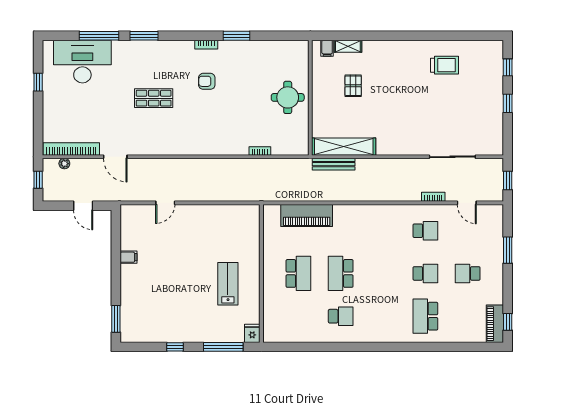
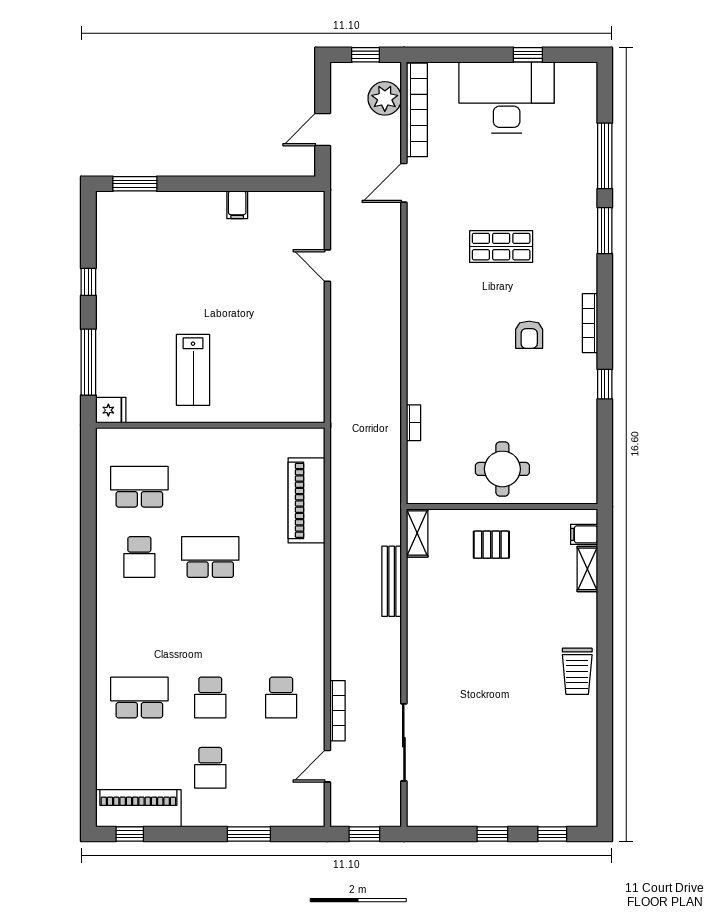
window: (237, 36) -> (605, 384), width x0.67
bookcase: (206, 45) -> (590, 323), width x1.56
desk: (82, 62) -> (507, 98), moved, turned -90
trolley: (445, 65) -> (577, 671), moved
armchair: (207, 81) -> (529, 335), turned 180
pallet: (353, 86) -> (491, 545), moved
shop shelf: (154, 98) -> (501, 247), turned 90
shelving: (344, 147) -> (417, 533), width x0.45, depth x0.75
plant: (64, 164) -> (385, 98), width x1.87, depth x1.87
bench: (334, 164) -> (392, 581), moved
bookcase: (433, 197) -> (337, 711), width x1.56
school desk: (298, 273) -> (139, 487), moved, turned 180
school desk: (468, 273) -> (210, 768), turned 180
lab bench: (228, 284) -> (193, 370), turned 90
piano: (495, 324) -> (138, 808), width x1.37, depth x1.33

